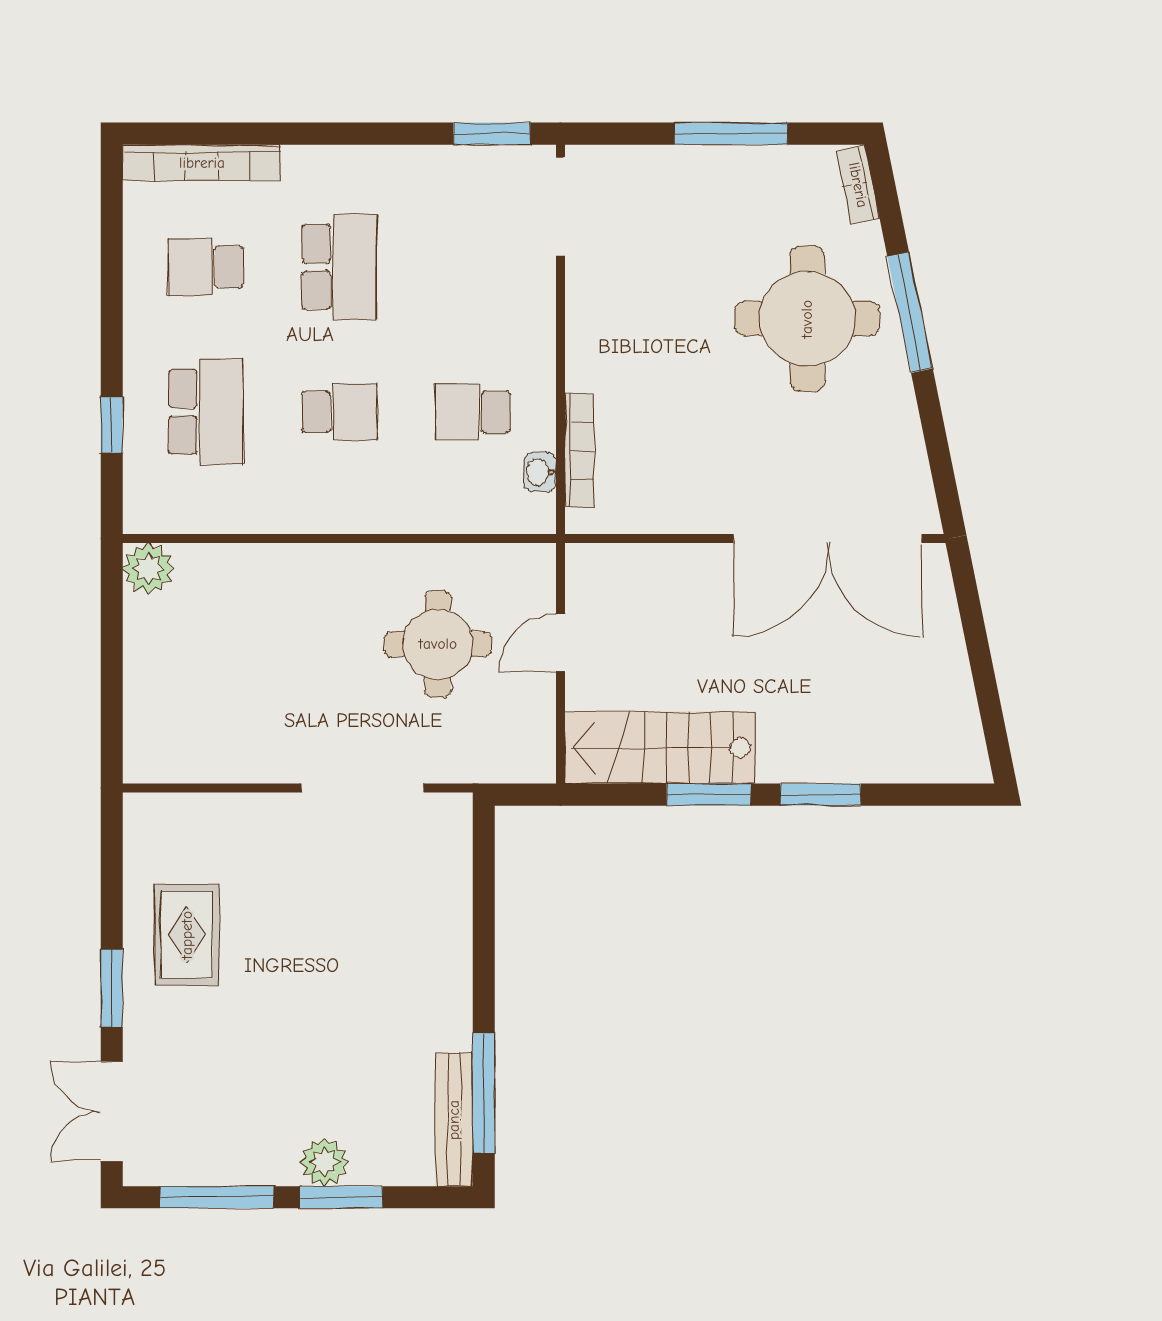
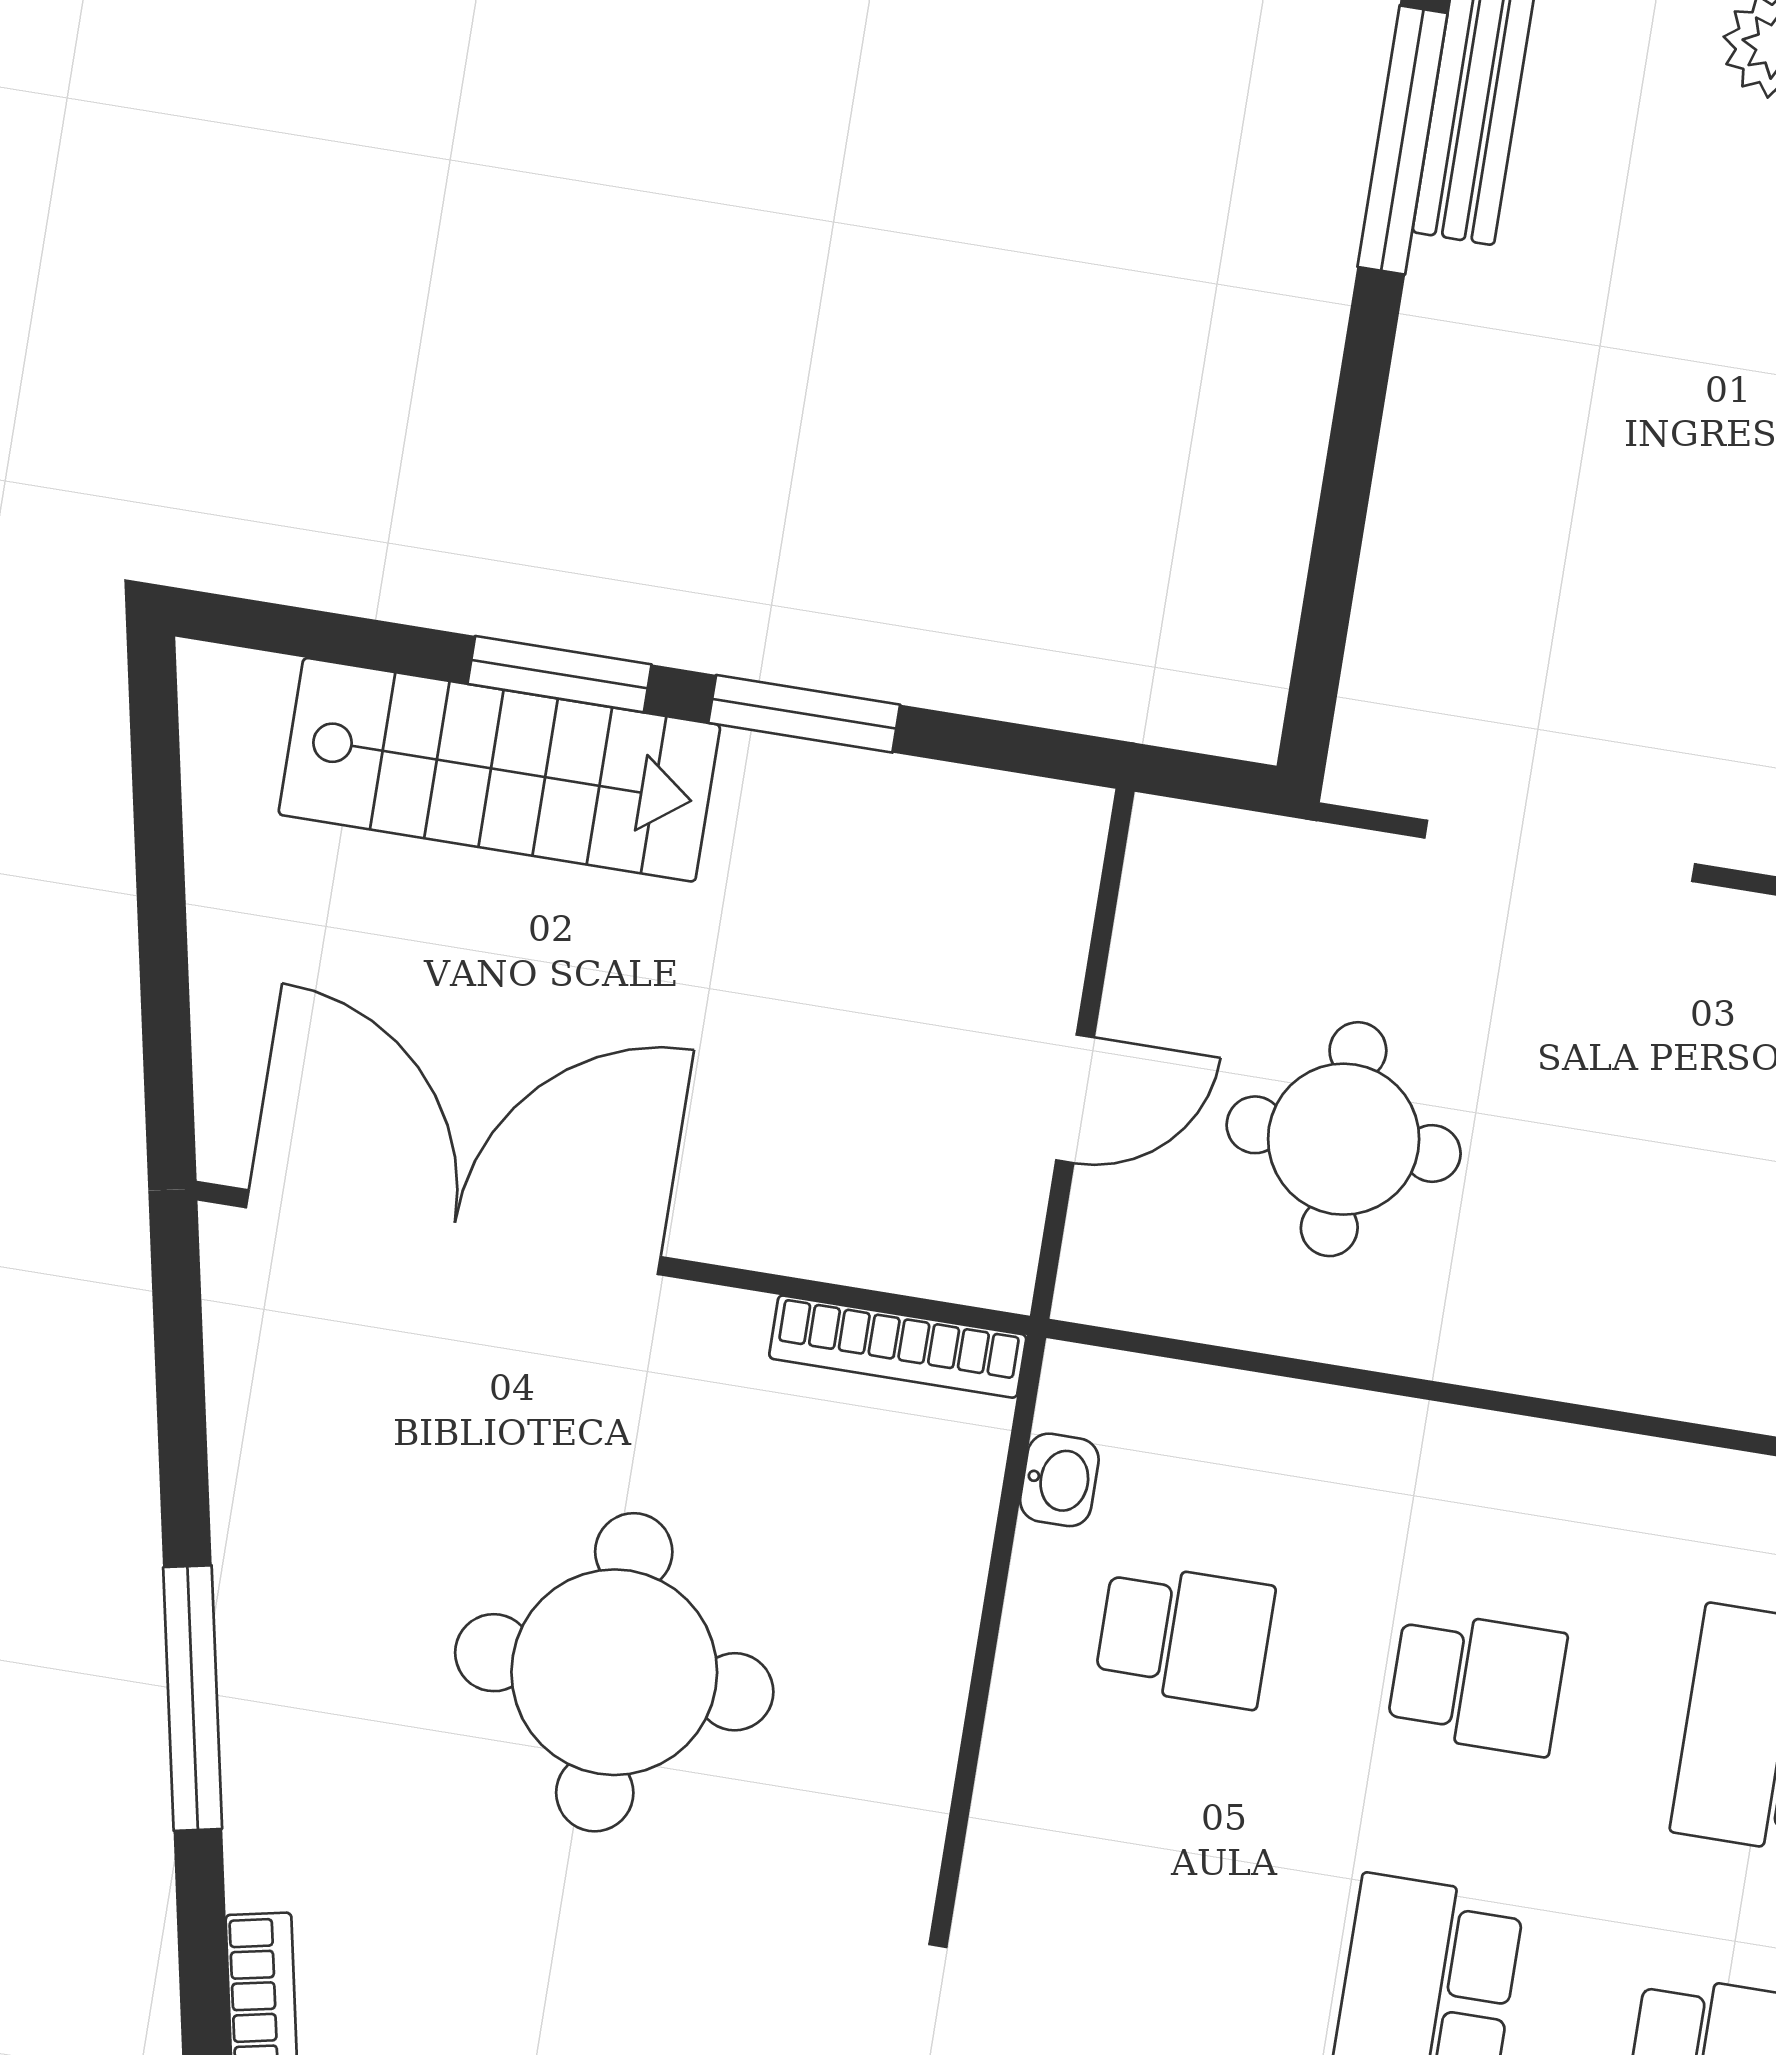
round table: (807, 319) -> (614, 1672), moved
school desk: (339, 412) -> (1477, 1683), turned 180
bookcase: (579, 451) -> (898, 1347), moved, turned -90
stairs: (660, 748) -> (499, 770), moved

